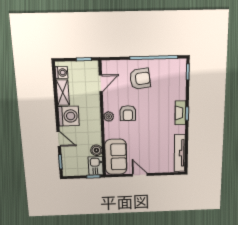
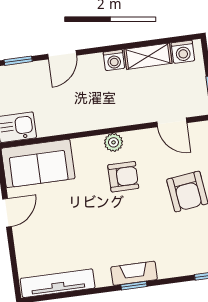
armchair: (128, 113) -> (123, 177), turned 180
washing machine: (69, 116) -> (114, 60), width x0.53, depth x0.53
boiler: (96, 150) -> (47, 126), removed

